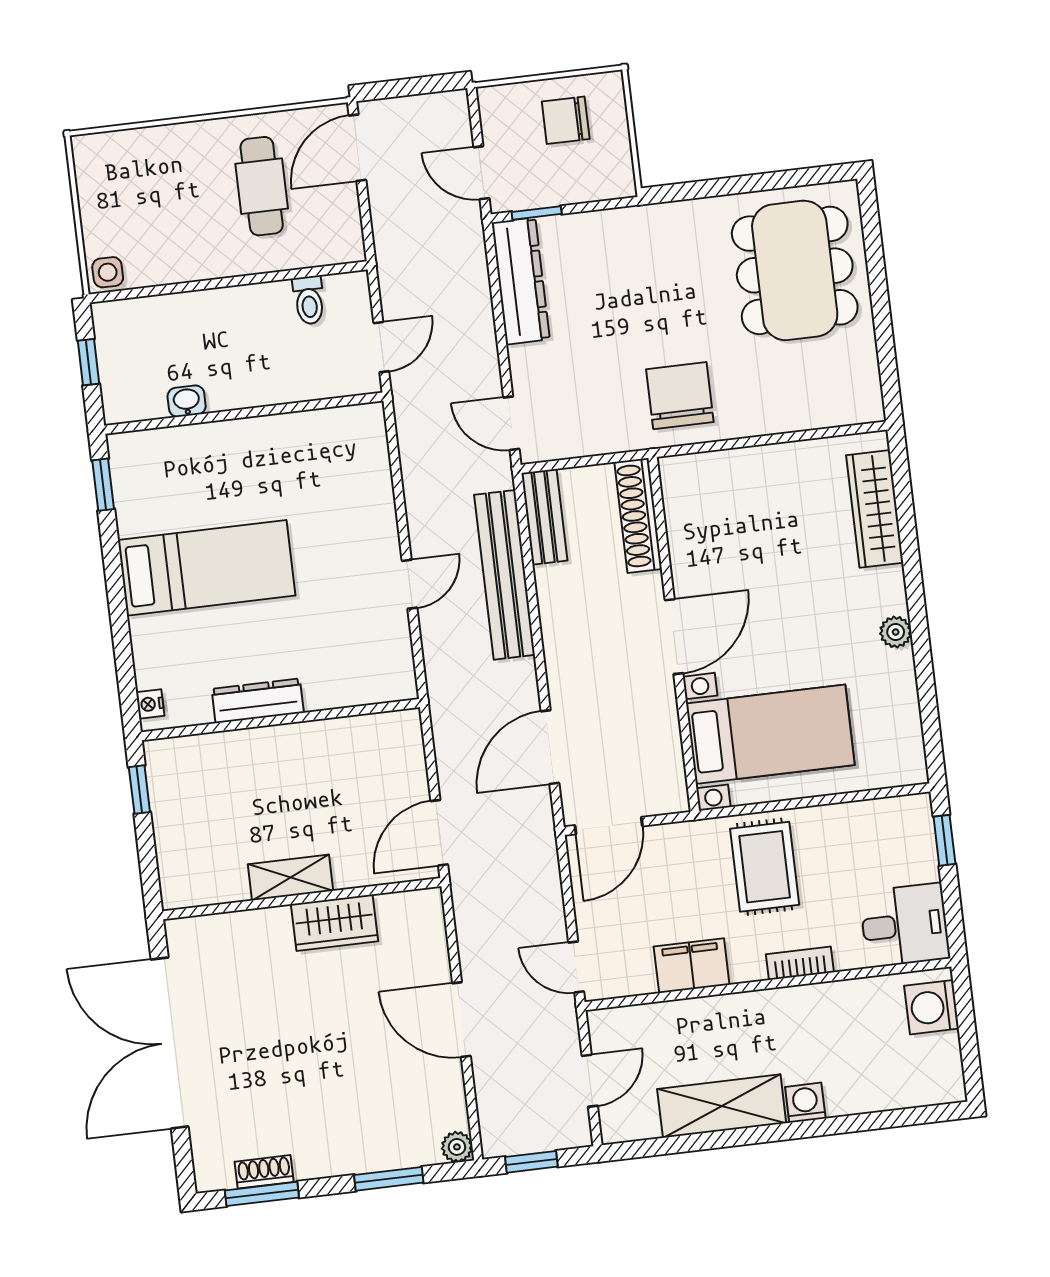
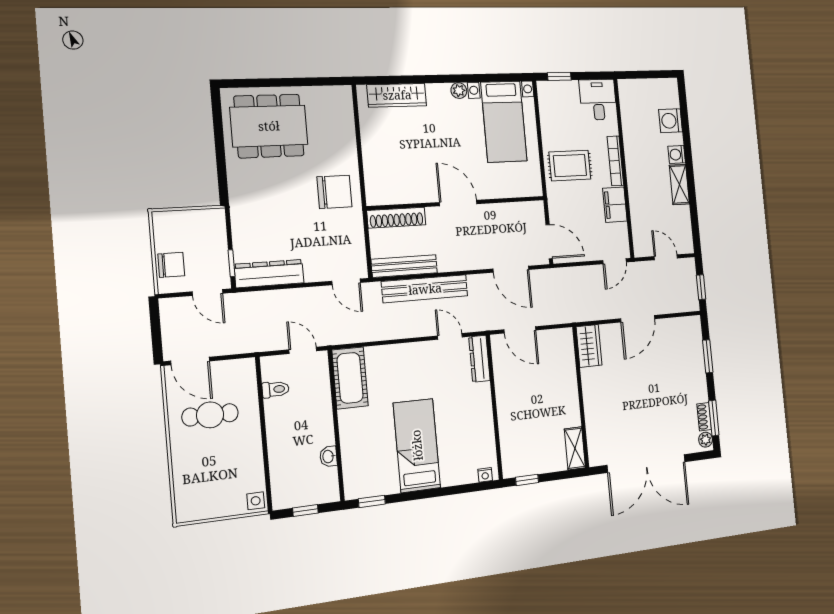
chair: (566, 120) -> (171, 265), moved, turned -90
door: (482, 173) -> (207, 292), hinge flipped
chair: (680, 396) -> (334, 192), turned 180
door: (511, 423) -> (346, 282), hinge flipped
cot: (332, 437) -> (350, 378), added
bench: (544, 517) -> (404, 266), width x1.36
door: (410, 584) -> (450, 336), moved
dresser: (258, 701) -> (479, 359), moved
bed with nightstands: (770, 734) -> (504, 122), moved, turned 180
door: (439, 833) -> (520, 330), moved
shelving: (291, 877) -> (575, 448), moved
wardrobe: (335, 923) -> (589, 346), moved
bookcase: (800, 963) -> (615, 161), width x1.56
washing machine: (932, 1007) -> (671, 121), moved, turned 90
shelving: (722, 1106) -> (679, 184), width x0.67, depth x0.75
plant: (457, 1147) -> (706, 440), moved

